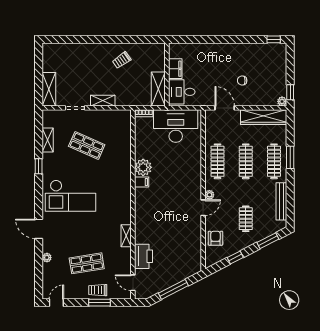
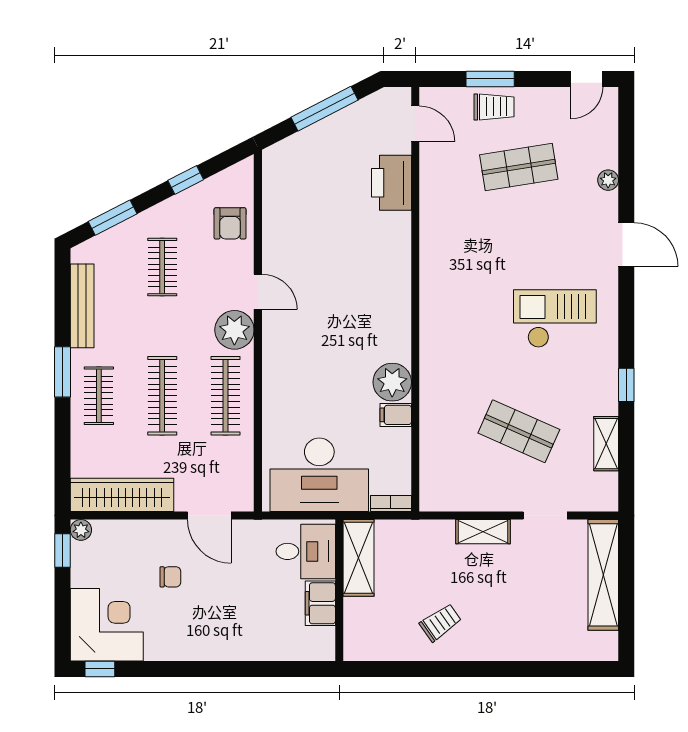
corner desk: (271, 59) -> (107, 625), added
shelving: (49, 89) -> (603, 575), width x1.47
window: (290, 157) -> (63, 372), moved
clothes rail: (274, 161) -> (99, 396), width x0.73
filing cabinet: (142, 182) -> (396, 415), moved
plant: (209, 195) -> (234, 330), width x1.87, depth x1.87
checkout: (71, 196) -> (555, 319), width x0.73, depth x0.83
door: (203, 208) -> (258, 292), swing flipped
shelving: (126, 236) -> (430, 229), removed

